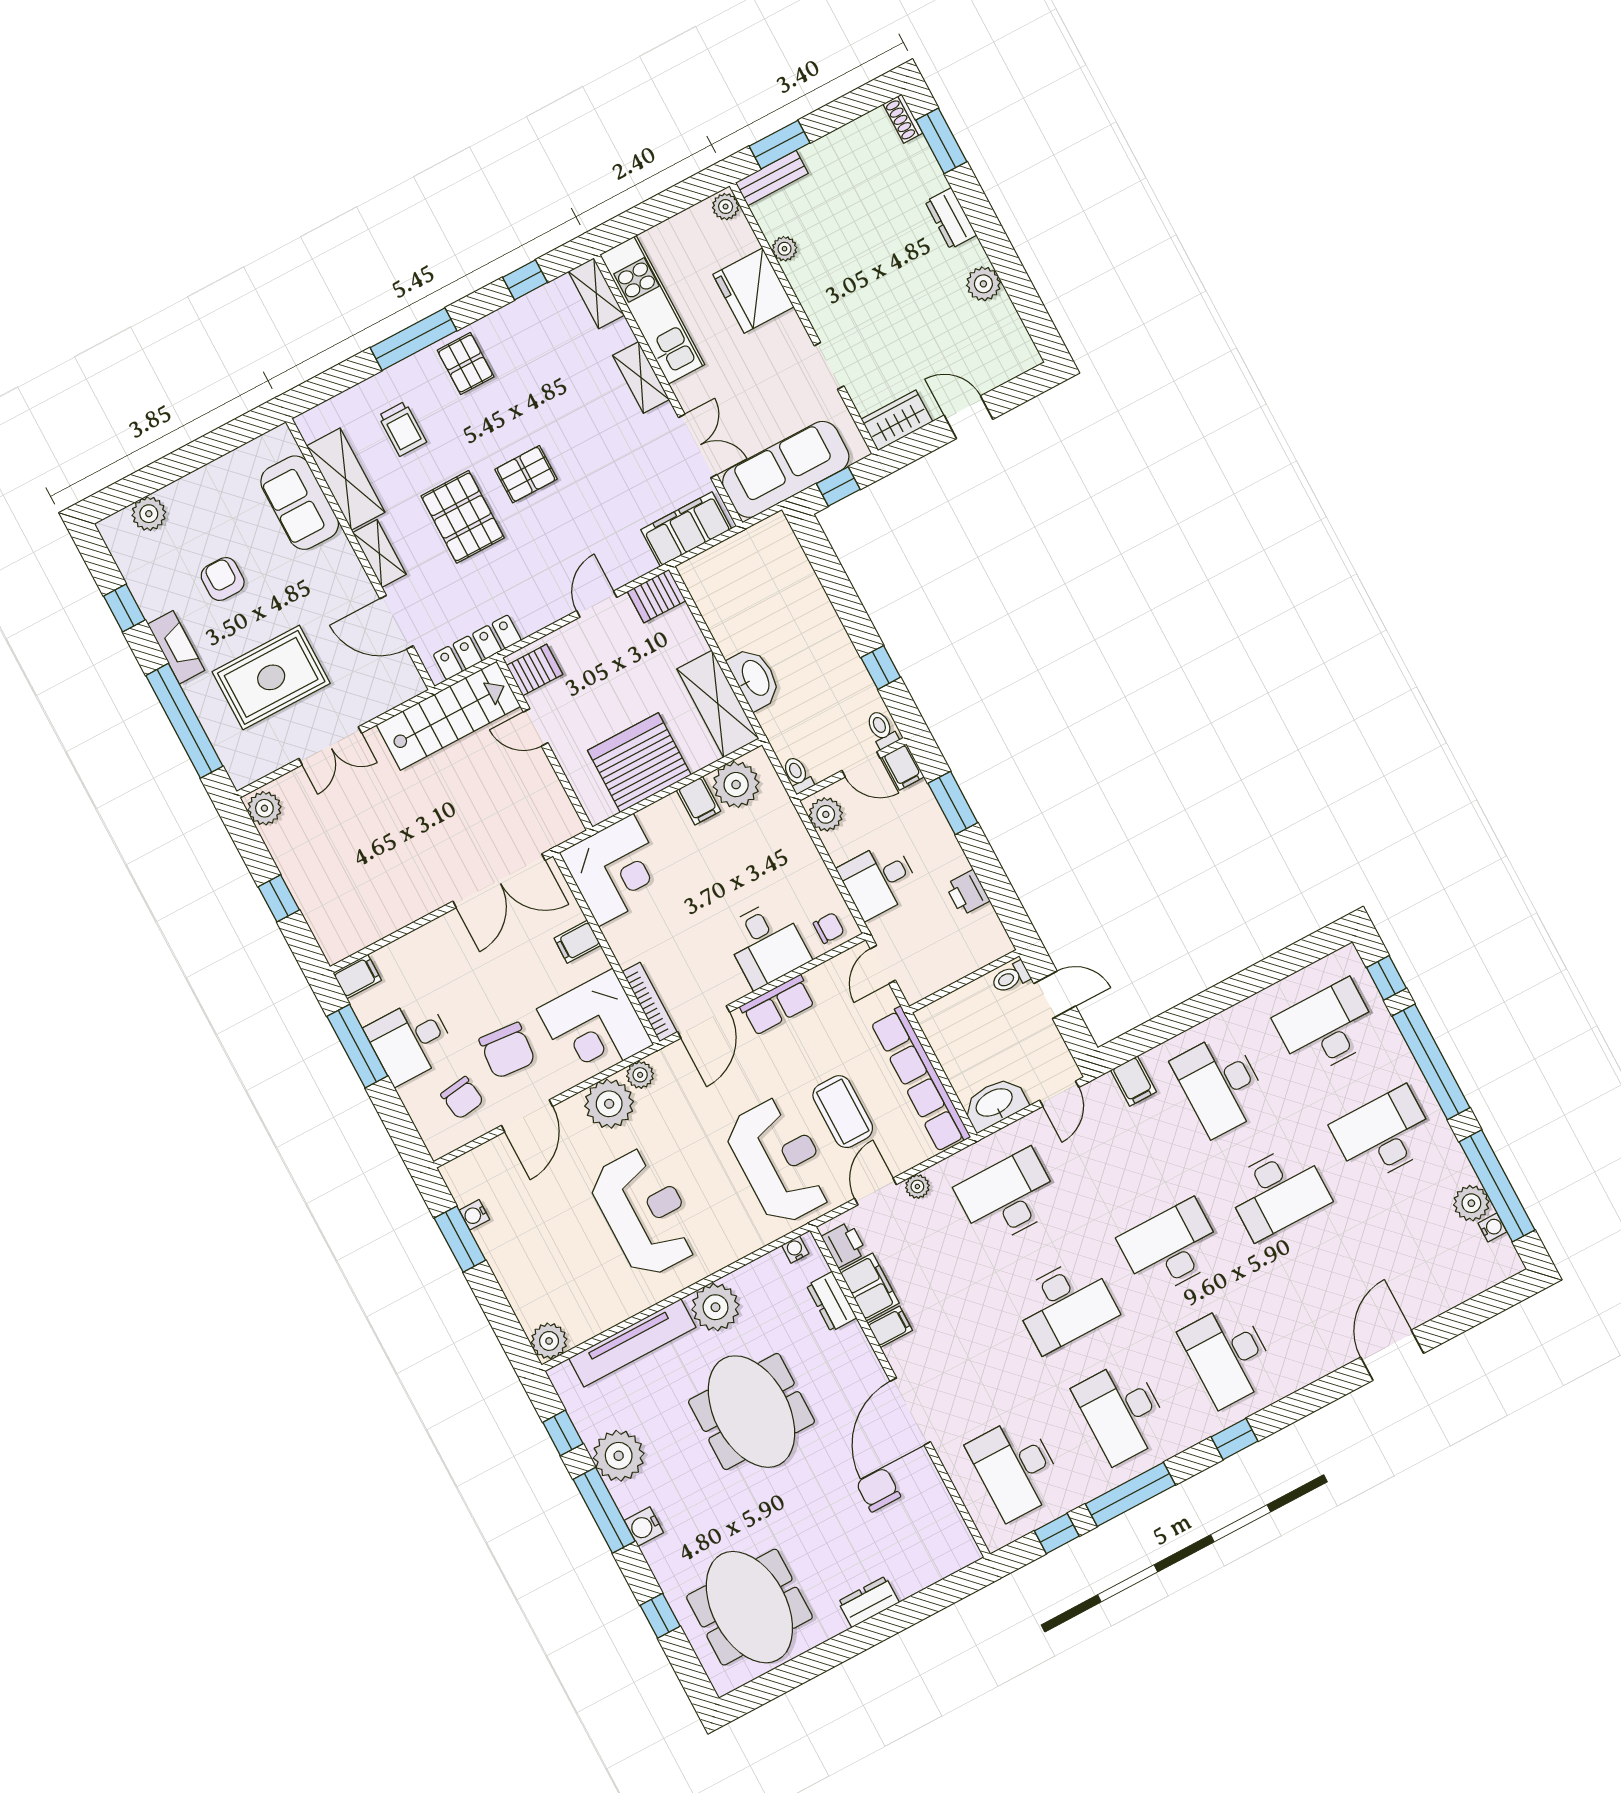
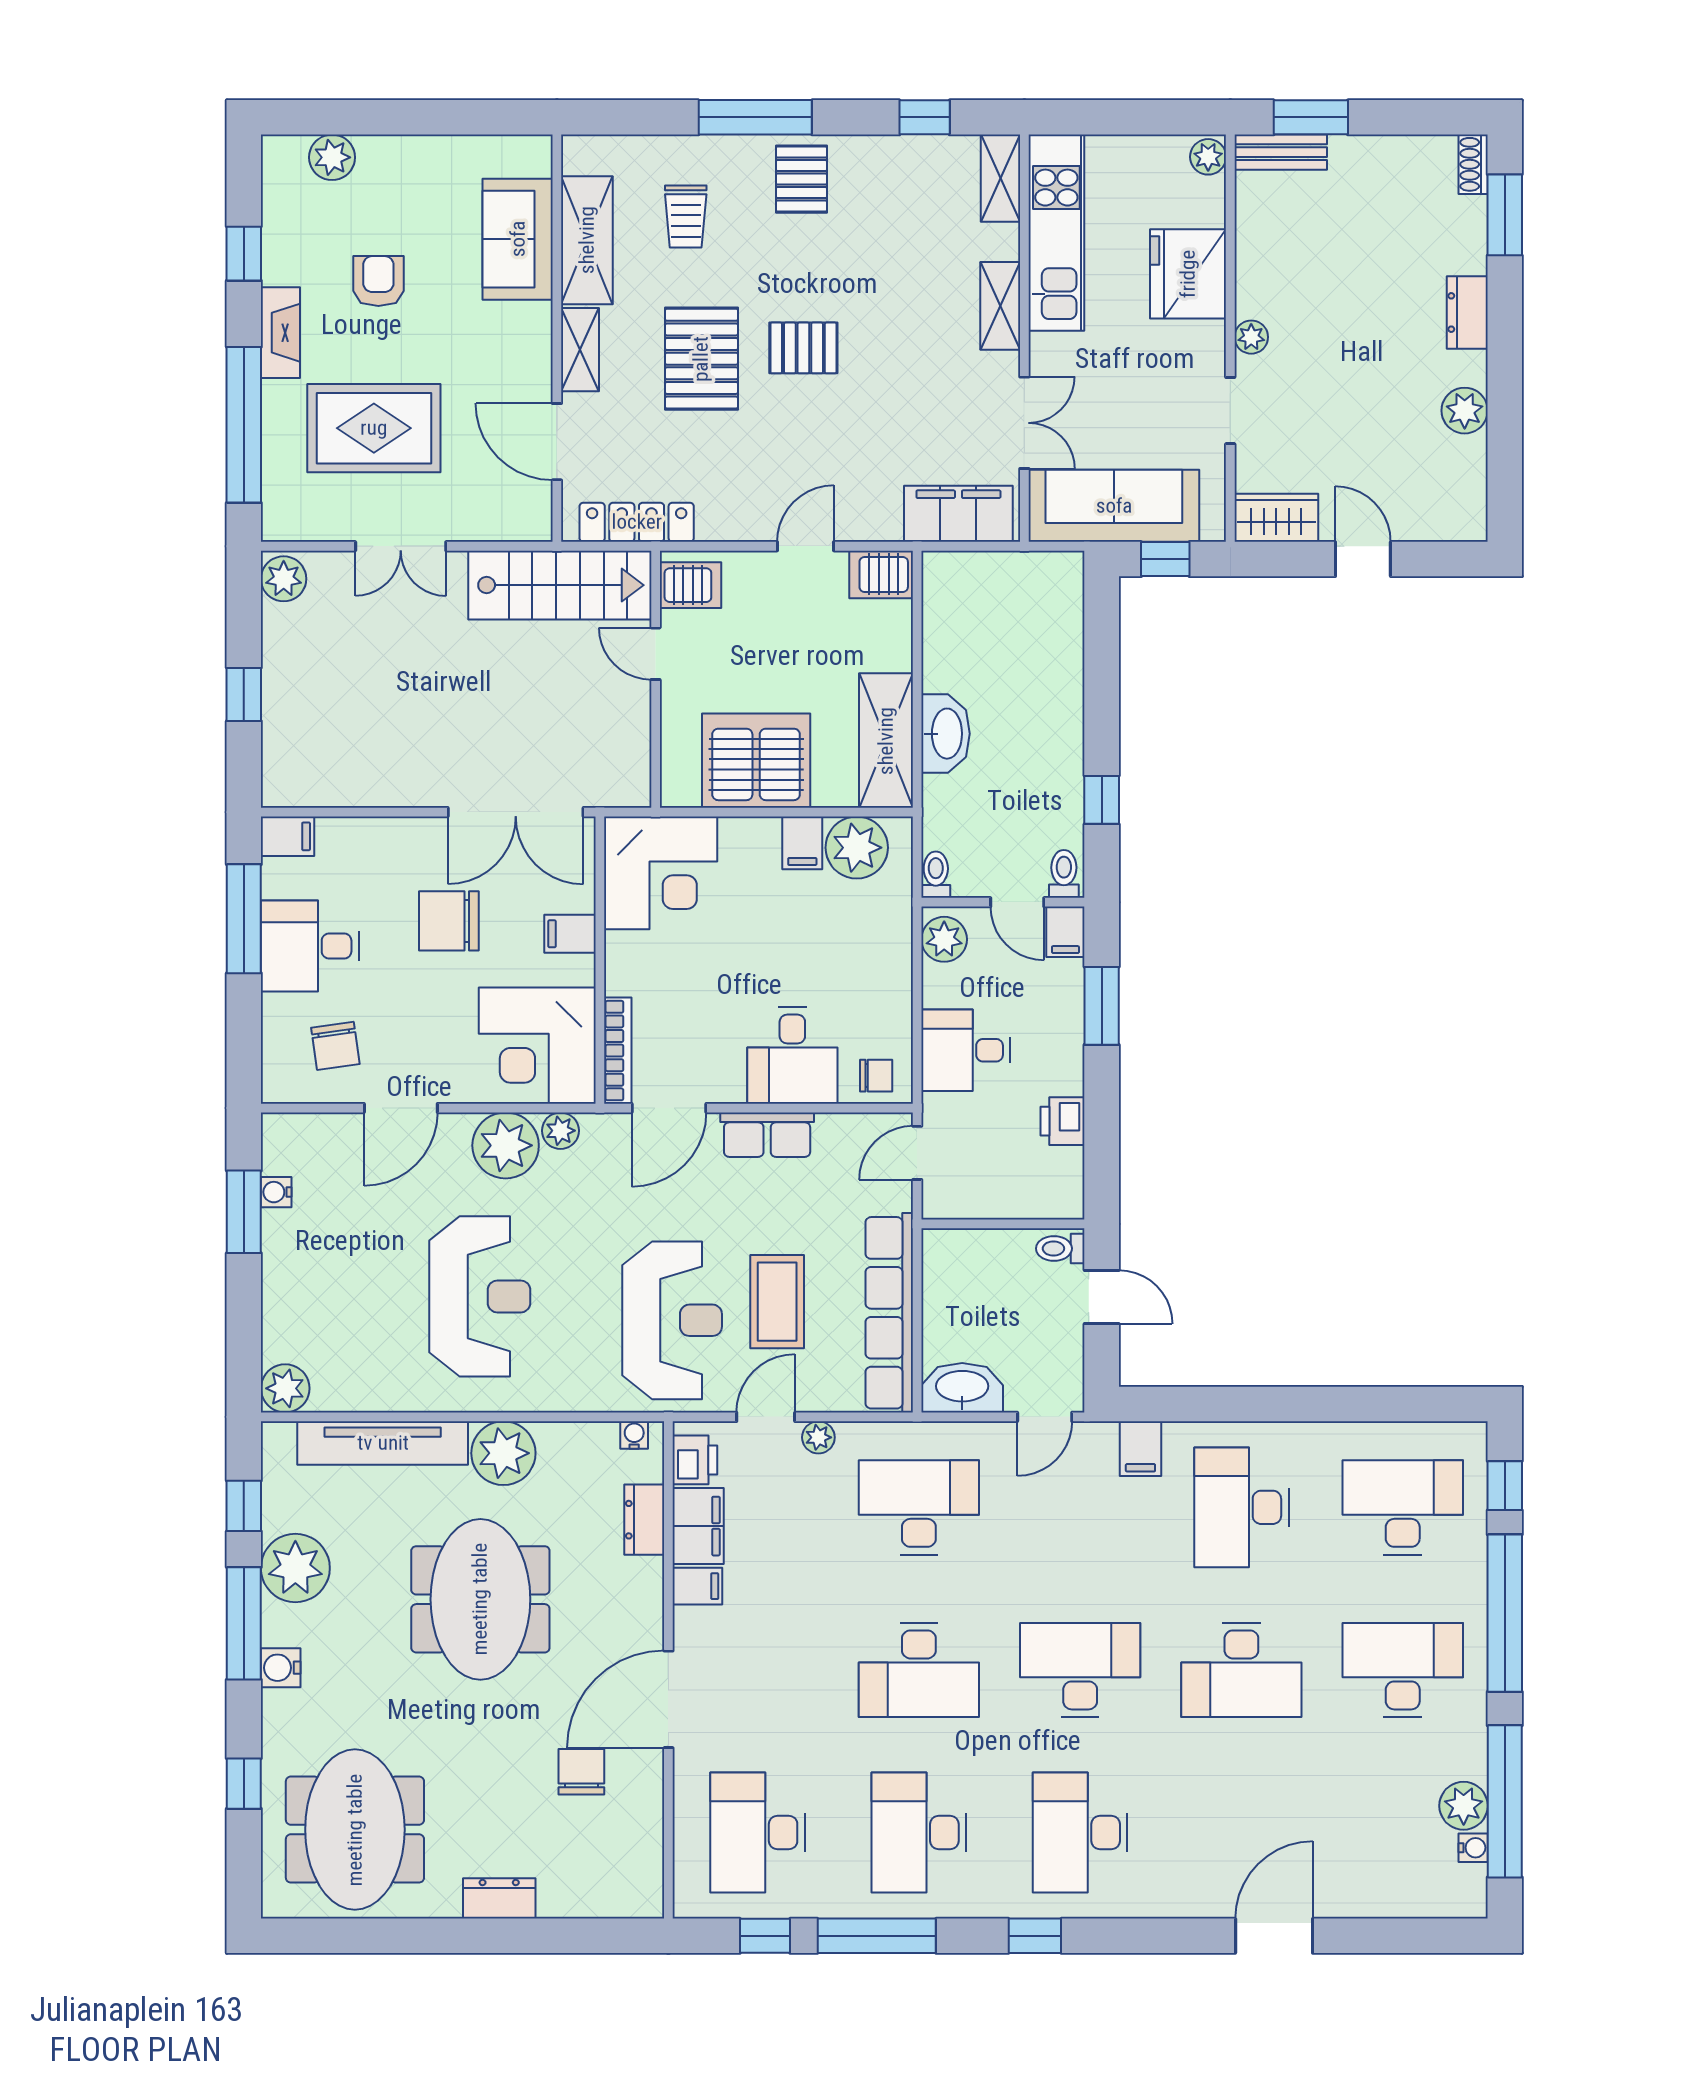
plant: (784, 249) -> (1251, 337), moved
chair: (507, 1050) -> (449, 921), moved, turned 85

